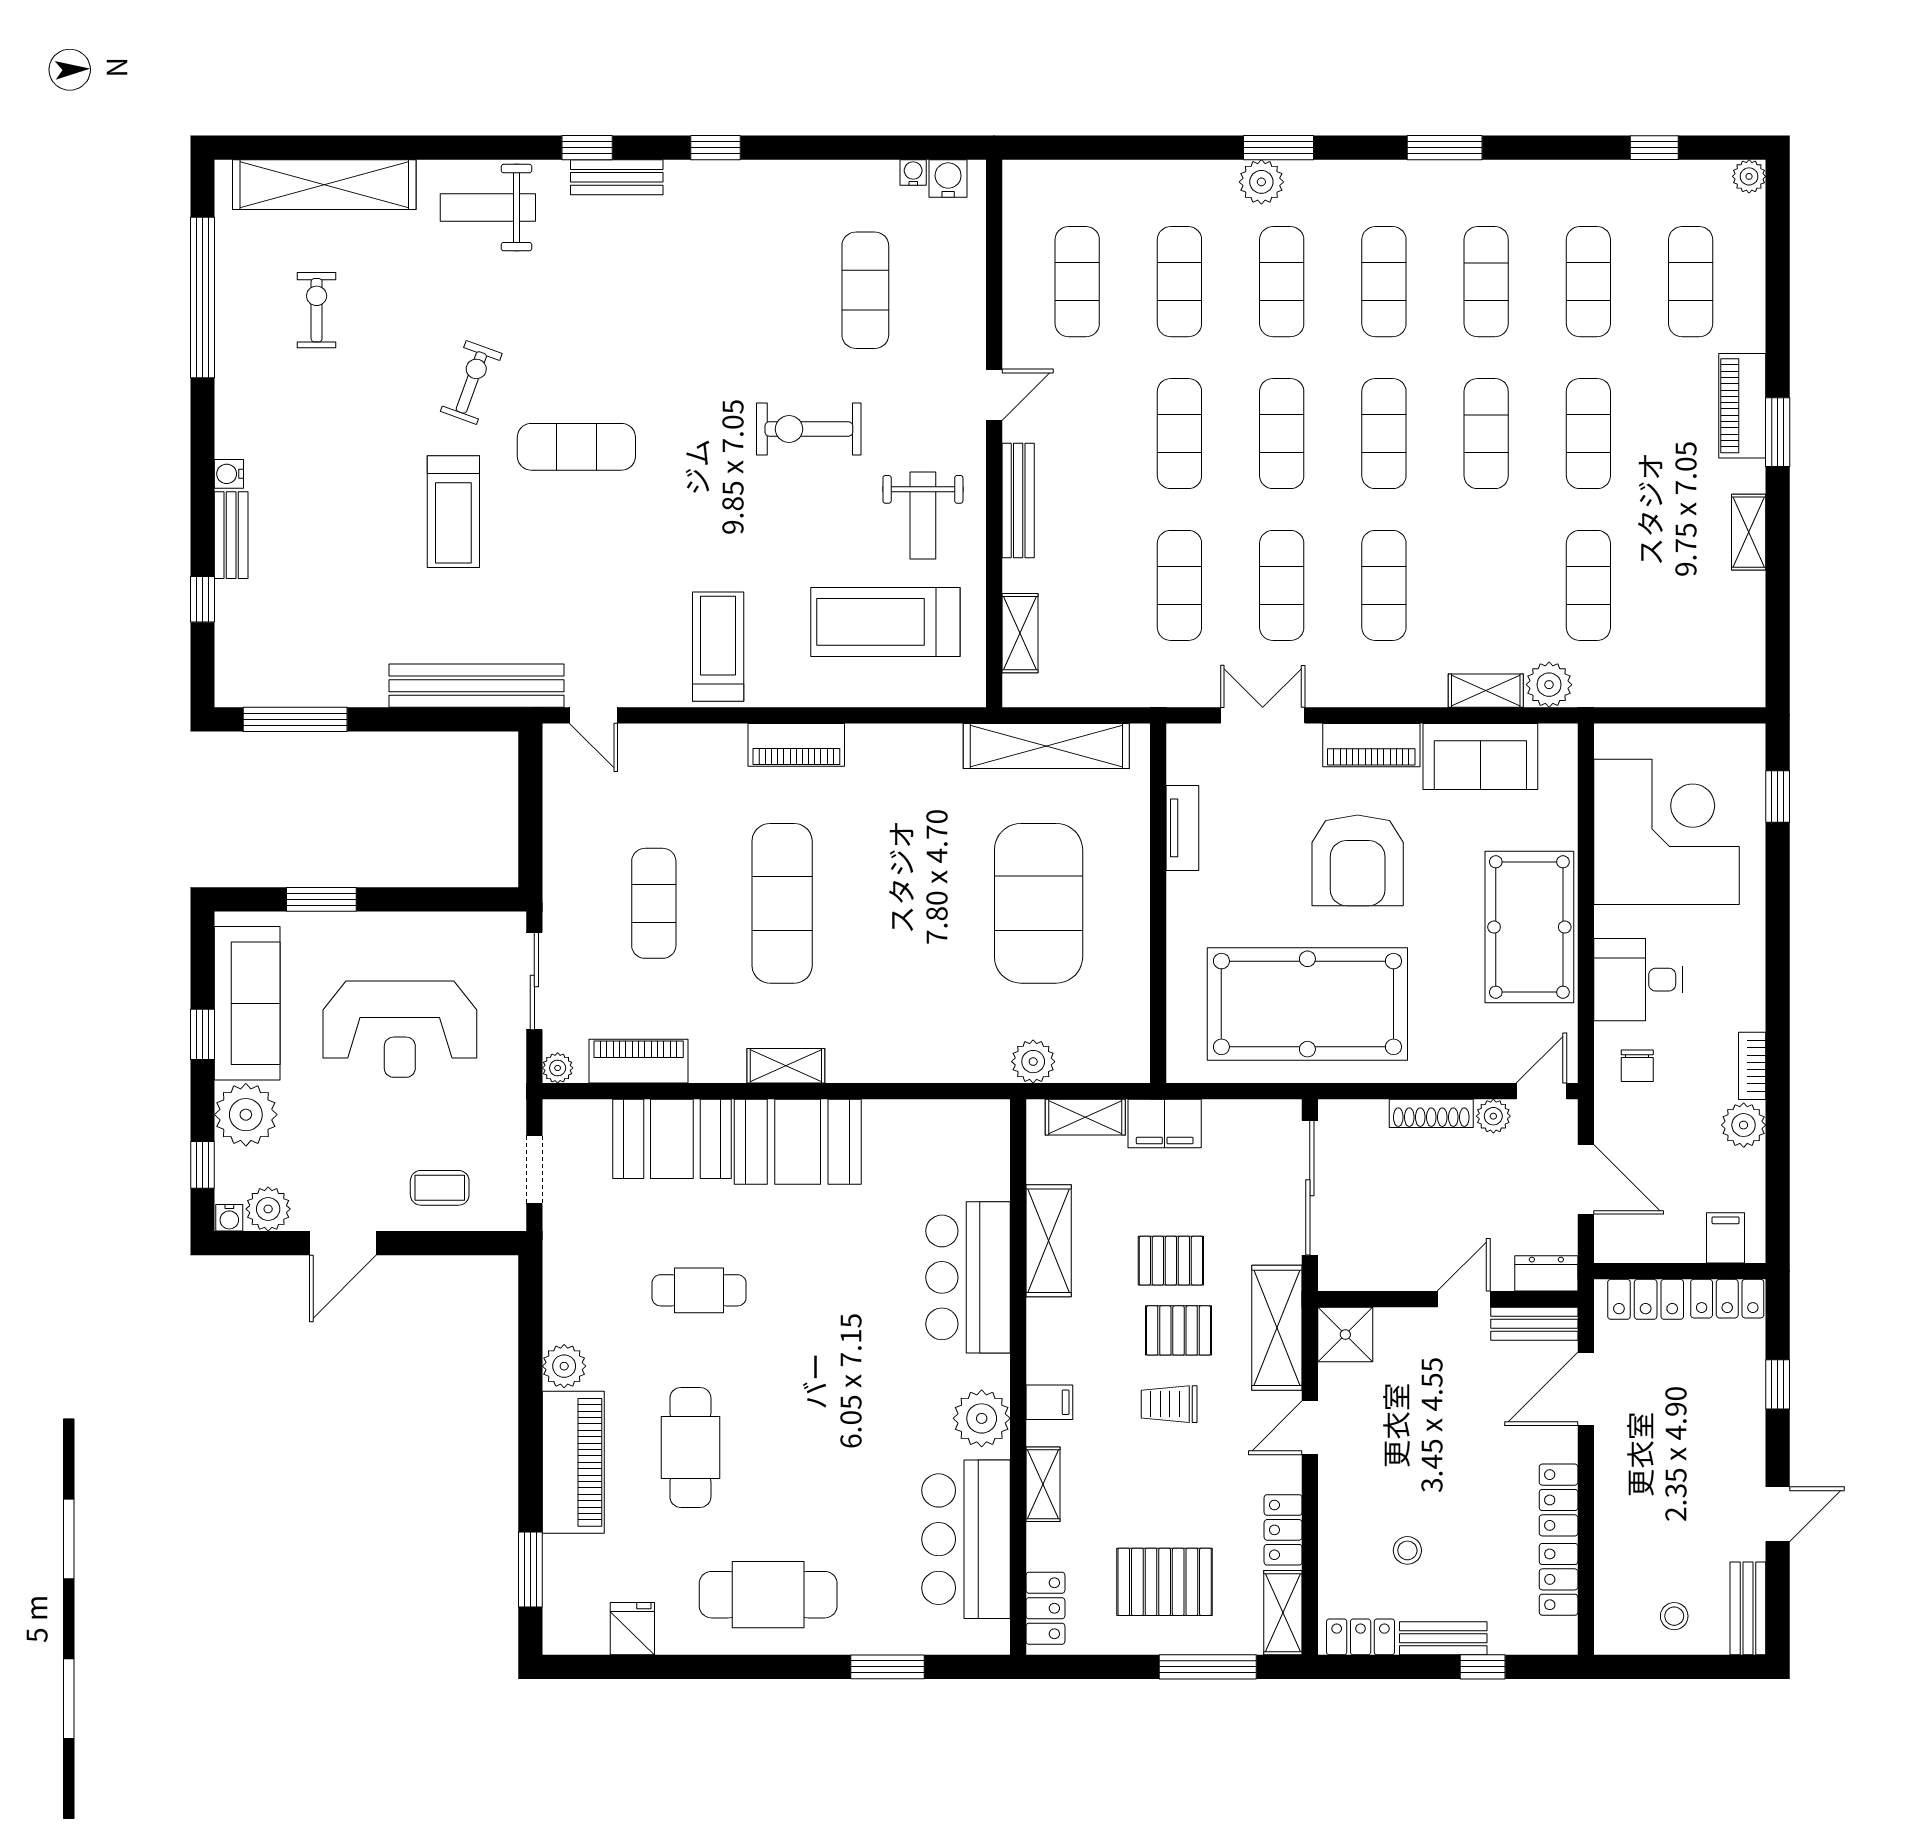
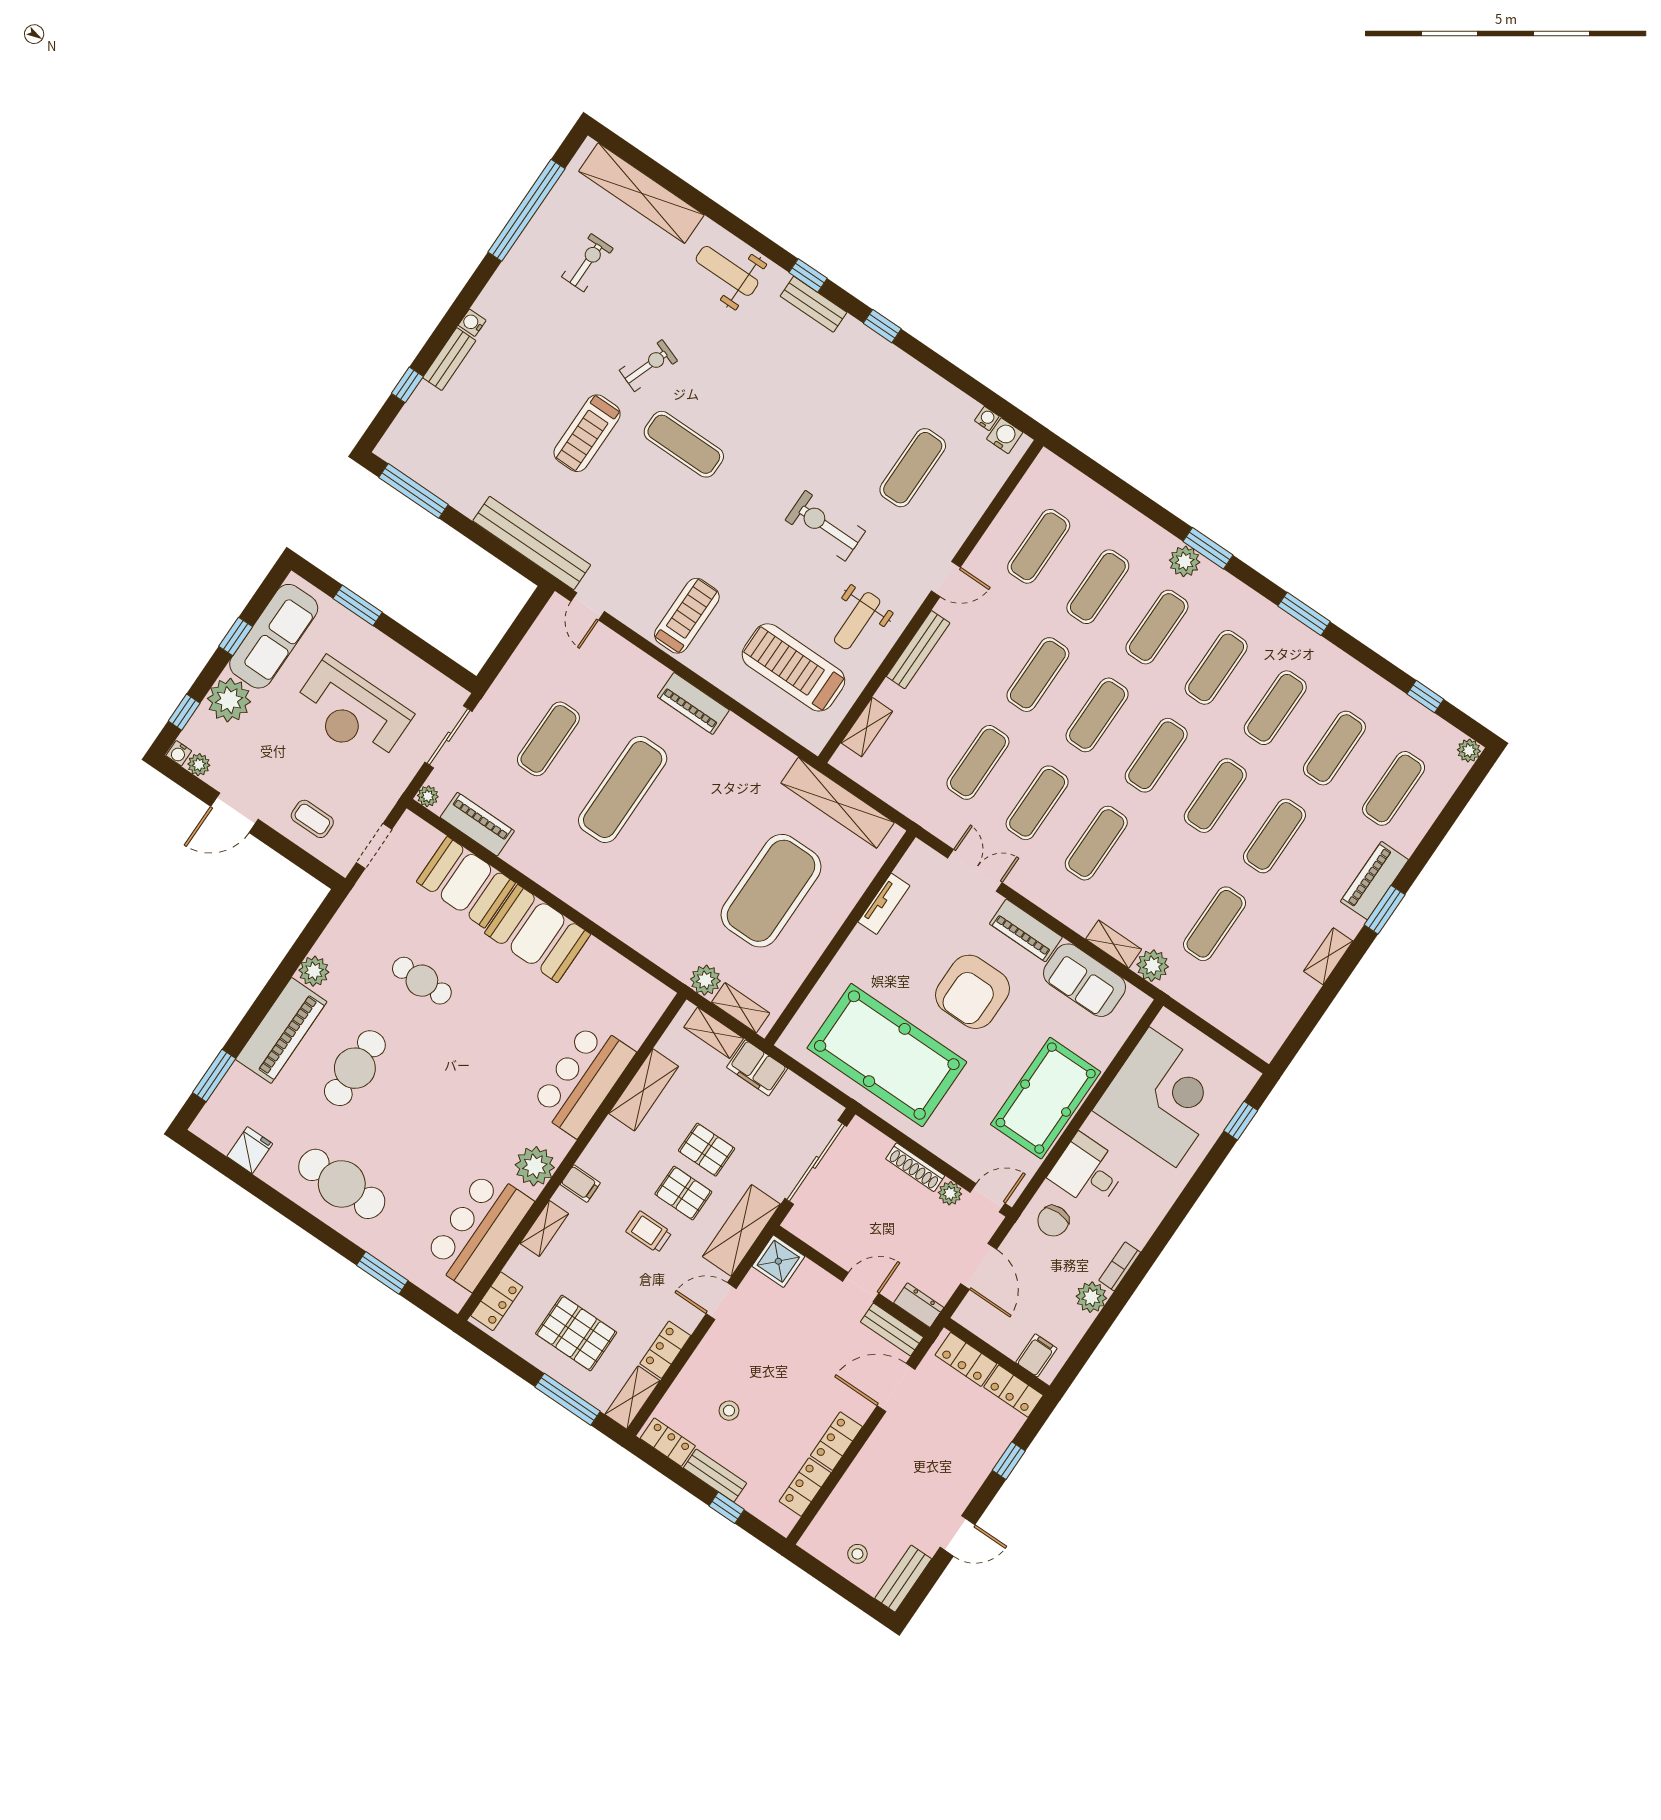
shelving: (786, 1066) -> (741, 1008), moved
chair: (1637, 1066) -> (1053, 1221), width x1.37, depth x1.37
plant: (268, 1209) -> (199, 765), width x0.73, depth x0.73

